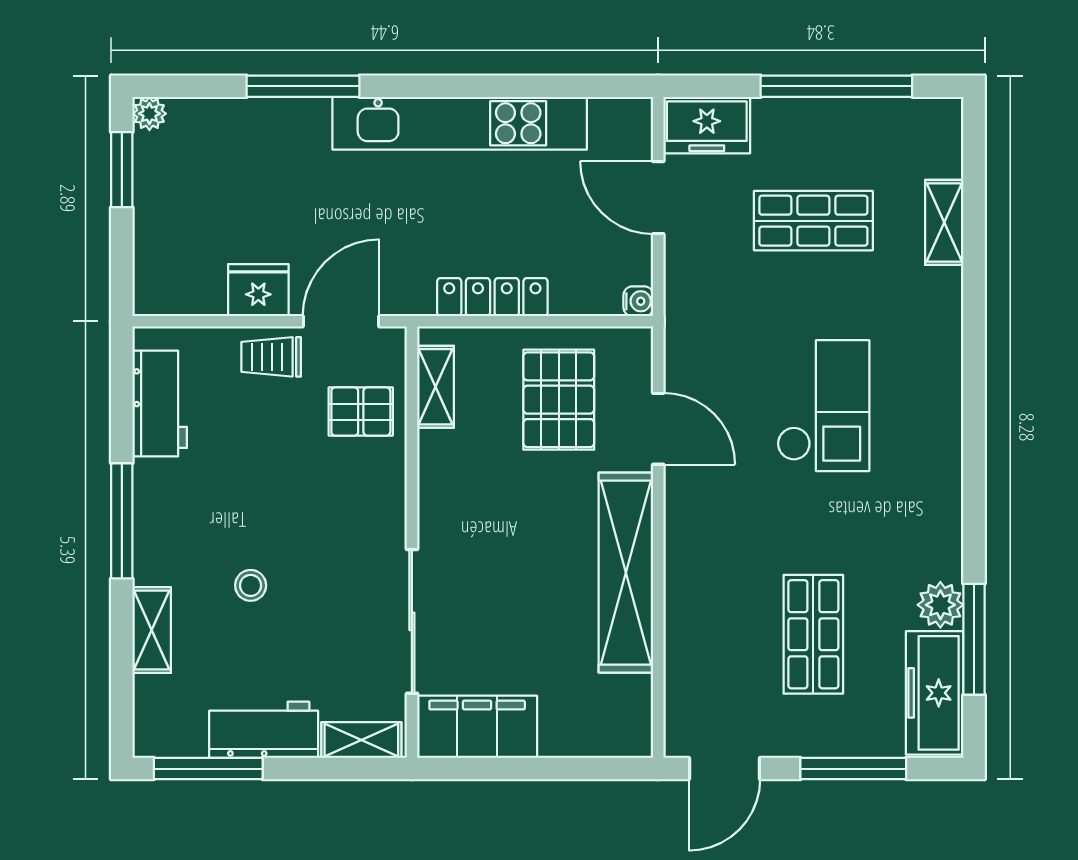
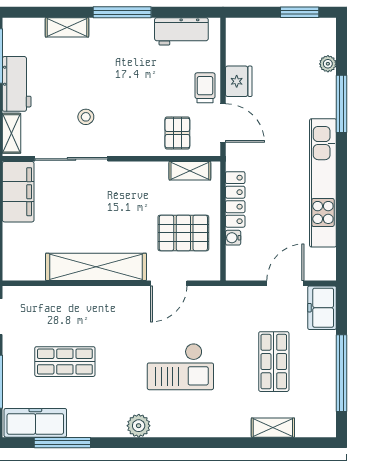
plant: (149, 114) -> (328, 64), moved
water cooler: (638, 301) -> (233, 238), moved, turned 90
stool: (251, 585) -> (86, 117), moved
plant: (940, 605) -> (139, 426), moved

